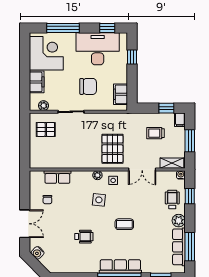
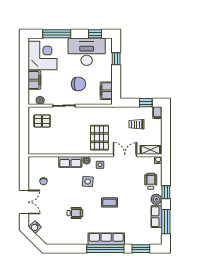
window: (190, 141) -> (166, 131), removed
double door: (142, 169) -> (125, 155), swing flipped
row of seats: (57, 177) -> (70, 162), moved
window: (190, 196) -> (166, 192), moved
row of seats: (179, 247) -> (157, 217), width x0.68

